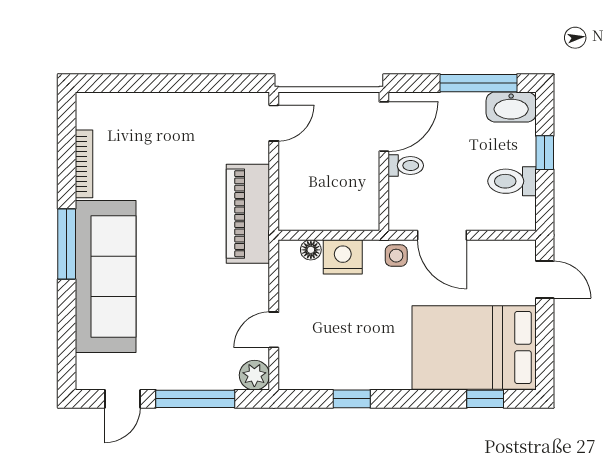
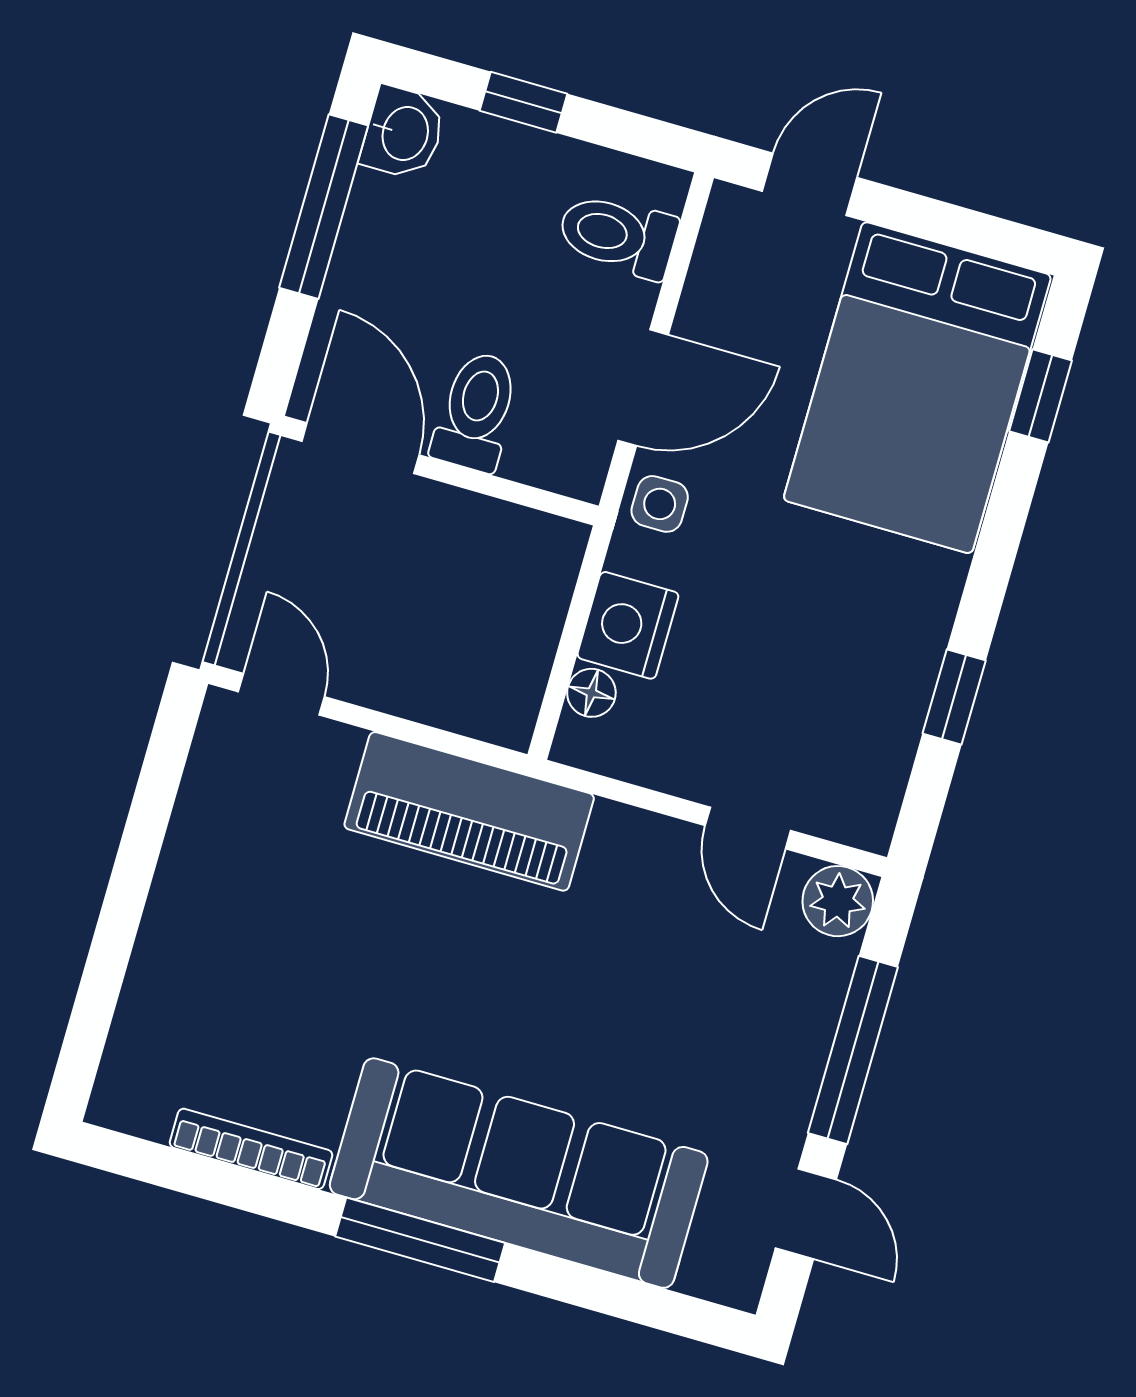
washbasin: (511, 107) -> (403, 133), width x0.72
toilet: (406, 166) -> (476, 411), width x1.37, depth x1.39
toilet: (512, 181) -> (618, 235), moved, turned 90

